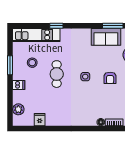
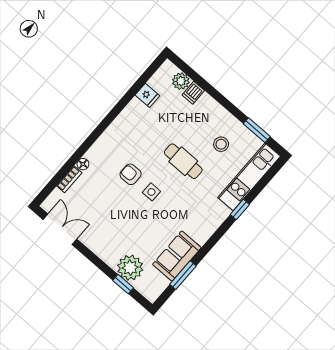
window: (10, 65) -> (257, 130), moved
armchair: (110, 78) -> (131, 174), moved
dishwasher: (19, 85) -> (193, 93), moved

